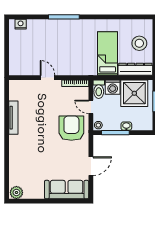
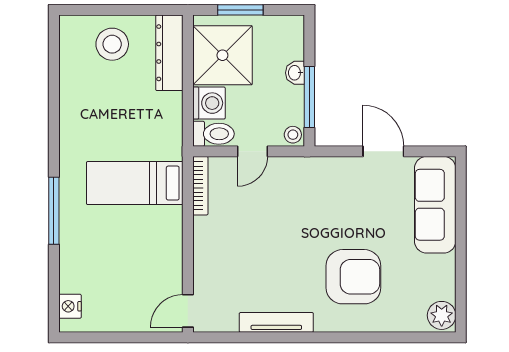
bed: (108, 53) -> (135, 183), moved
door: (48, 78) -> (188, 311), moved
armchair: (71, 128) -> (353, 277), moved, turned 180

